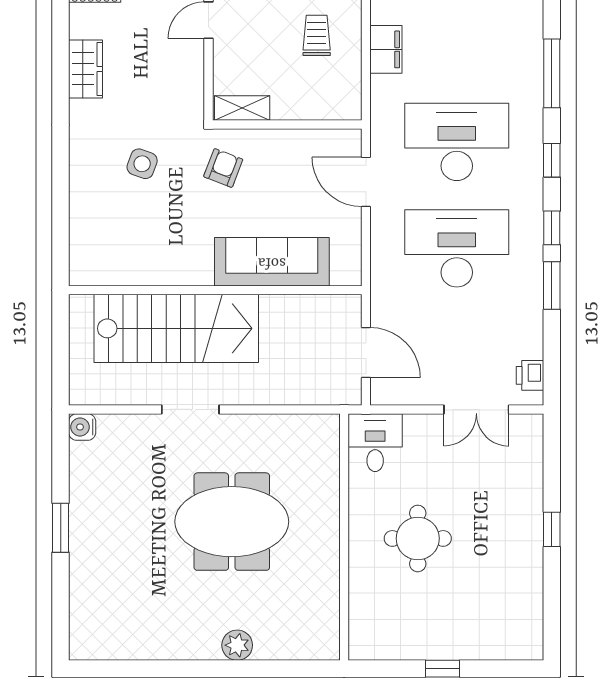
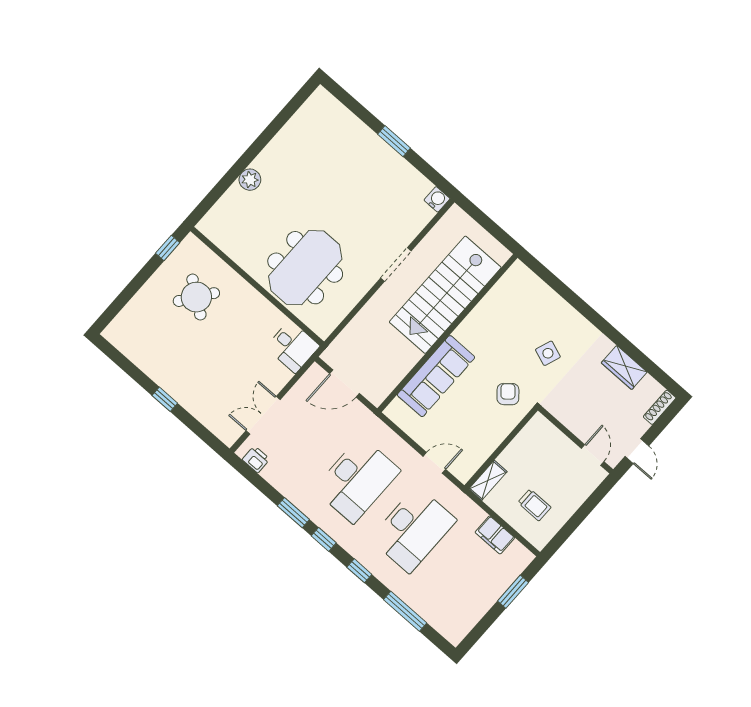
shelving: (242, 108) -> (488, 480), moved
armchair: (223, 168) -> (508, 394), turned -152
door: (366, 182) -> (434, 463), width x0.73
meeting table: (232, 522) -> (305, 268), moved
round table: (418, 538) -> (196, 297), moved, turned 36
window: (442, 669) -> (168, 248), moved

